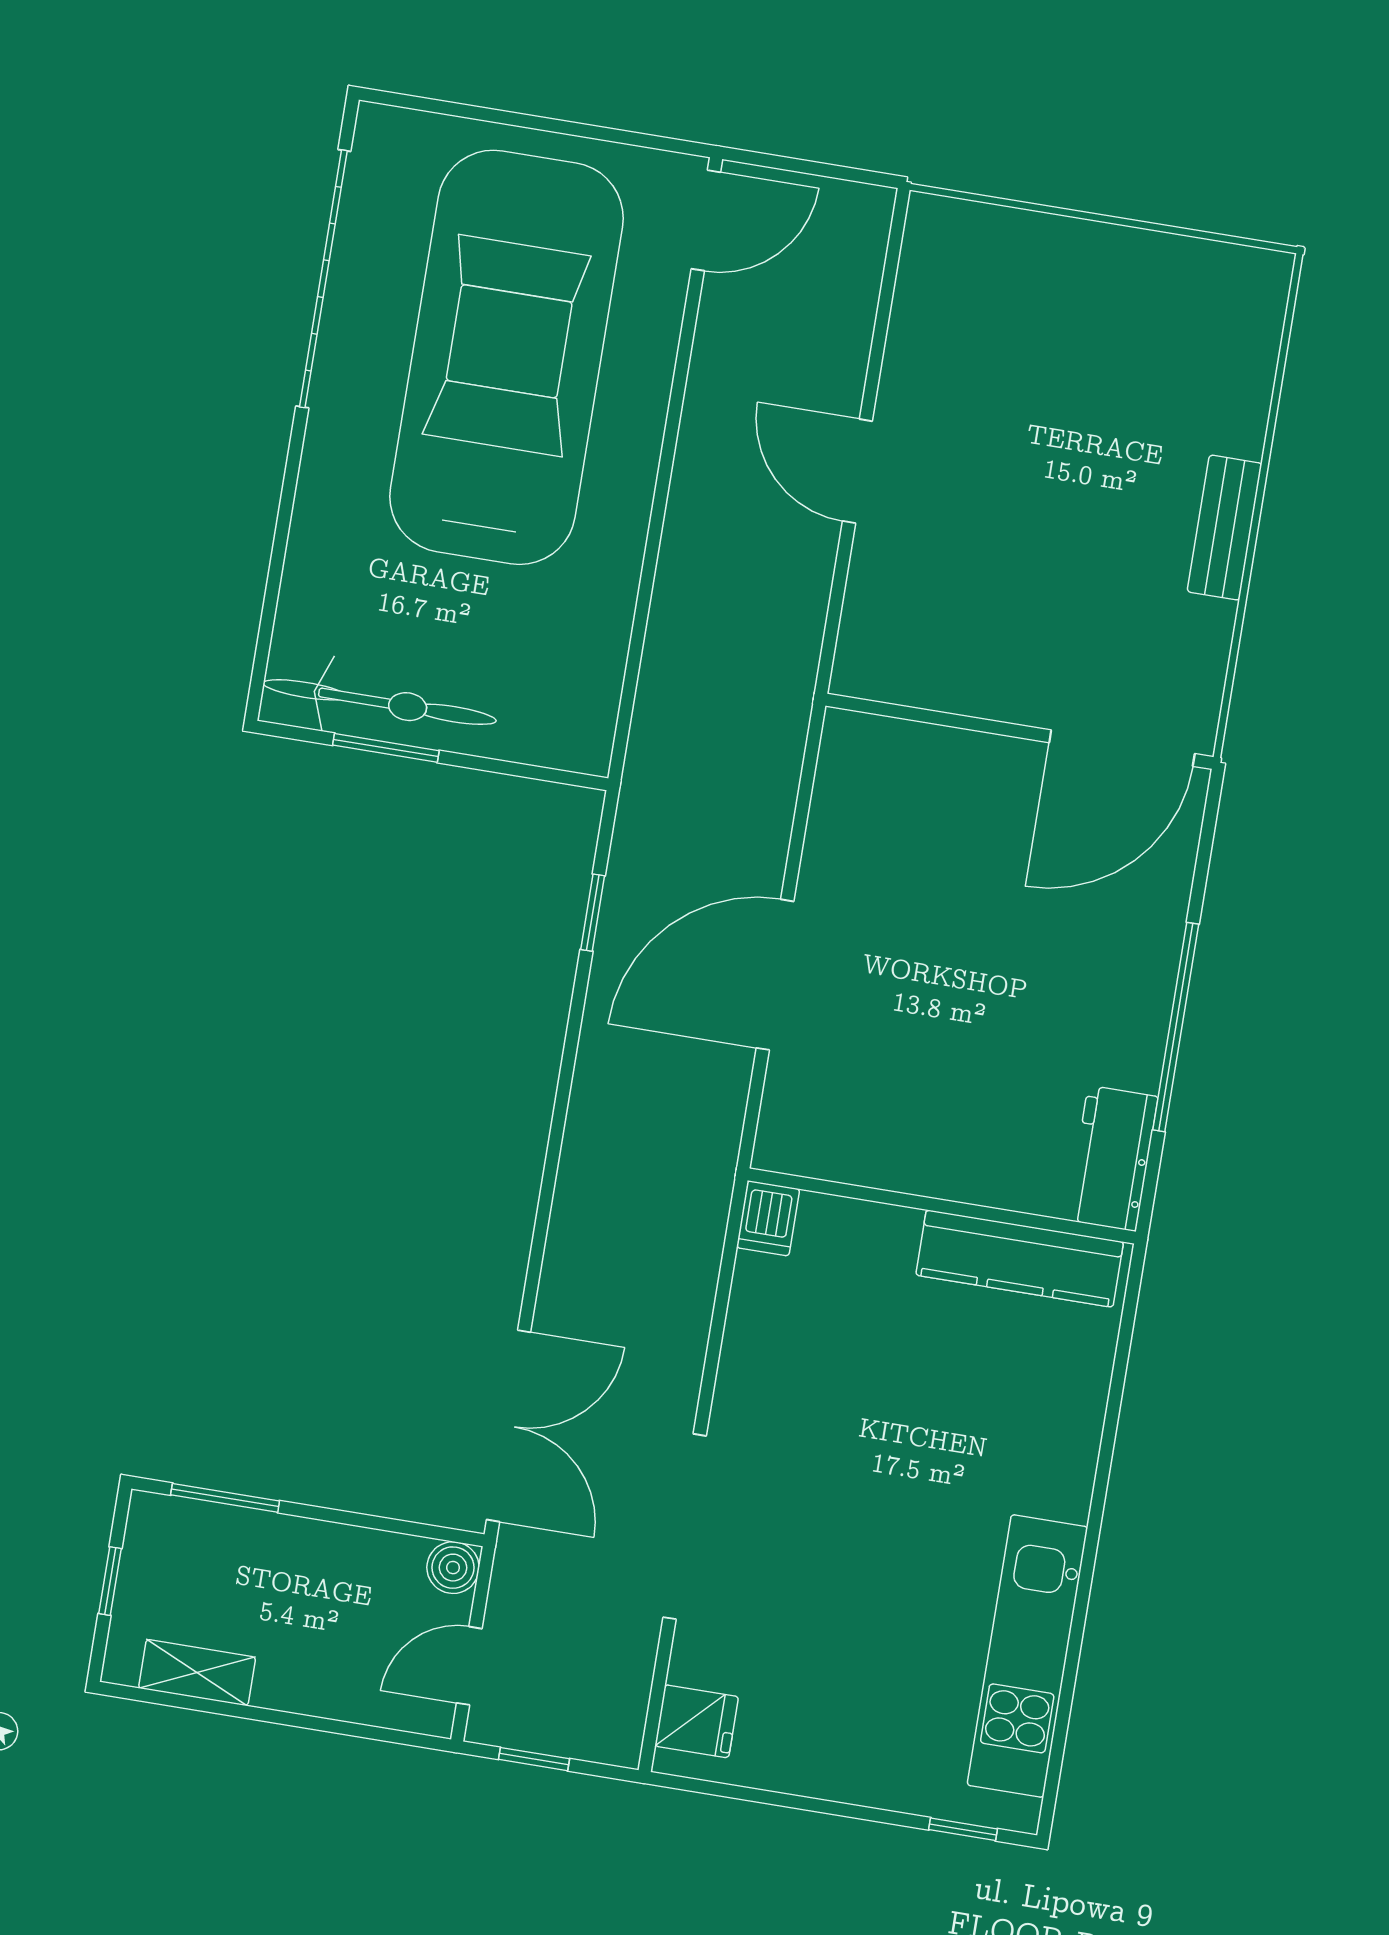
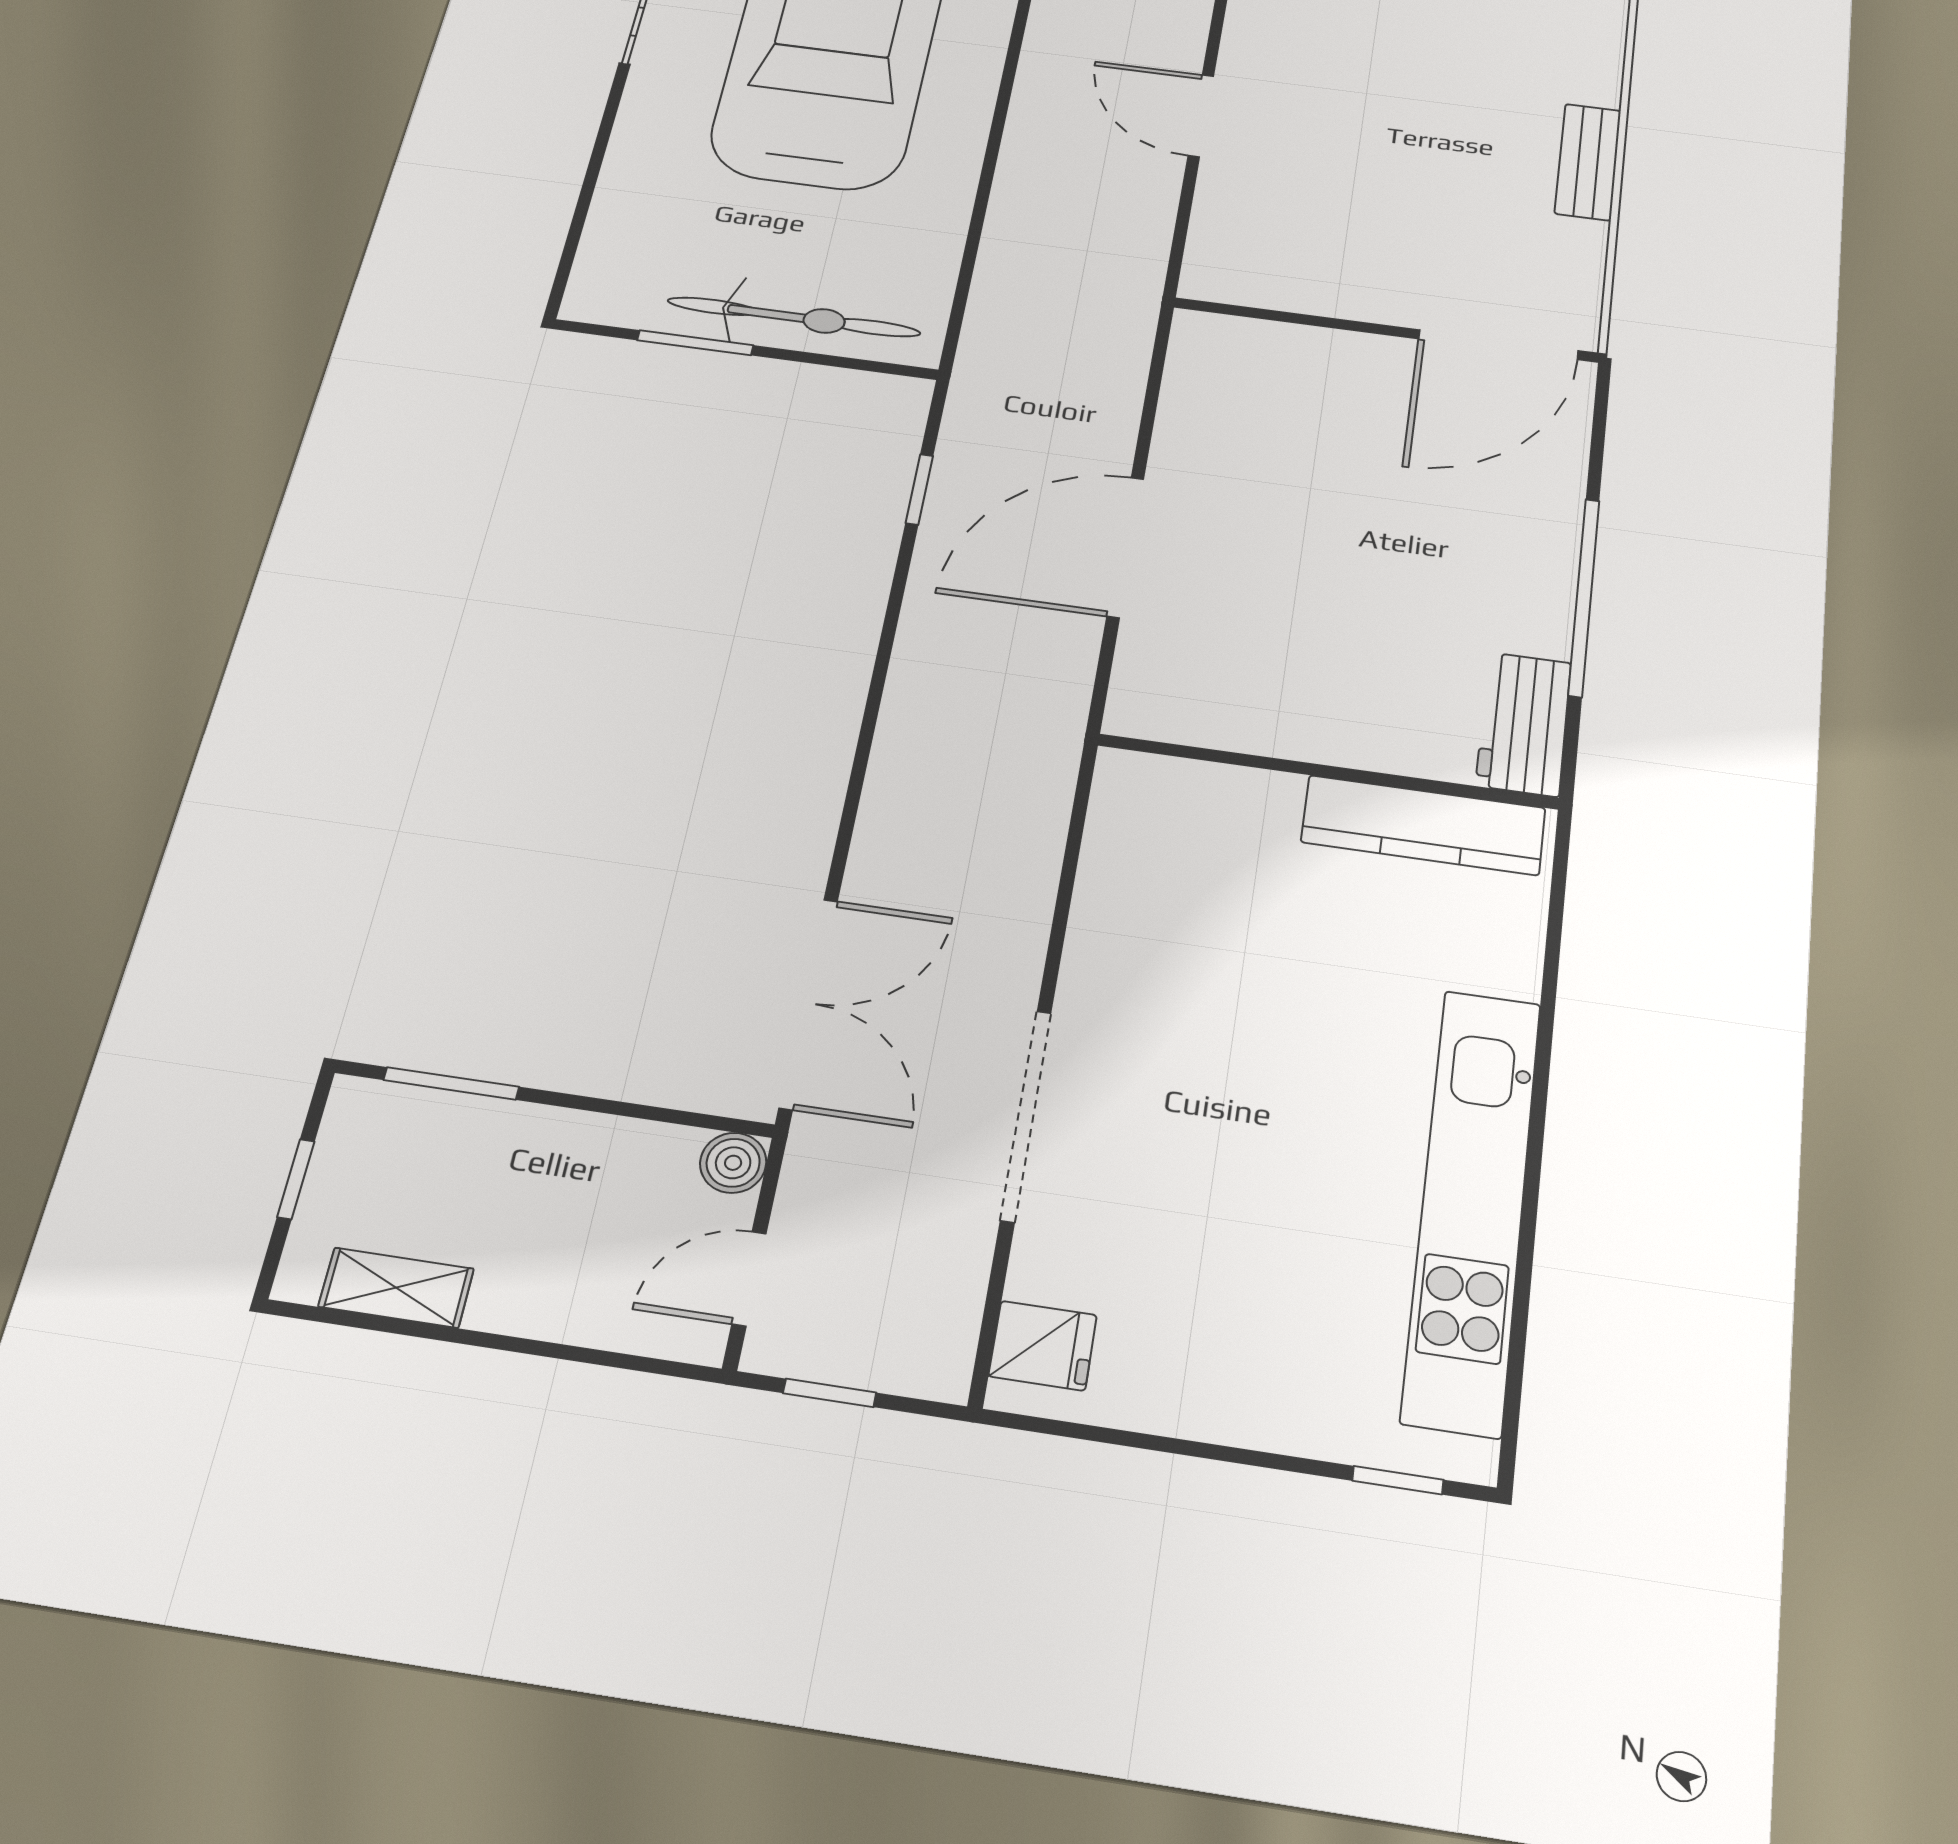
bicycle: (380, 702) -> (794, 317), moved
dishwasher: (768, 1218) -> (1123, 784), removed
kitchen unit: (1027, 1656) -> (1472, 1207), width x1.36

